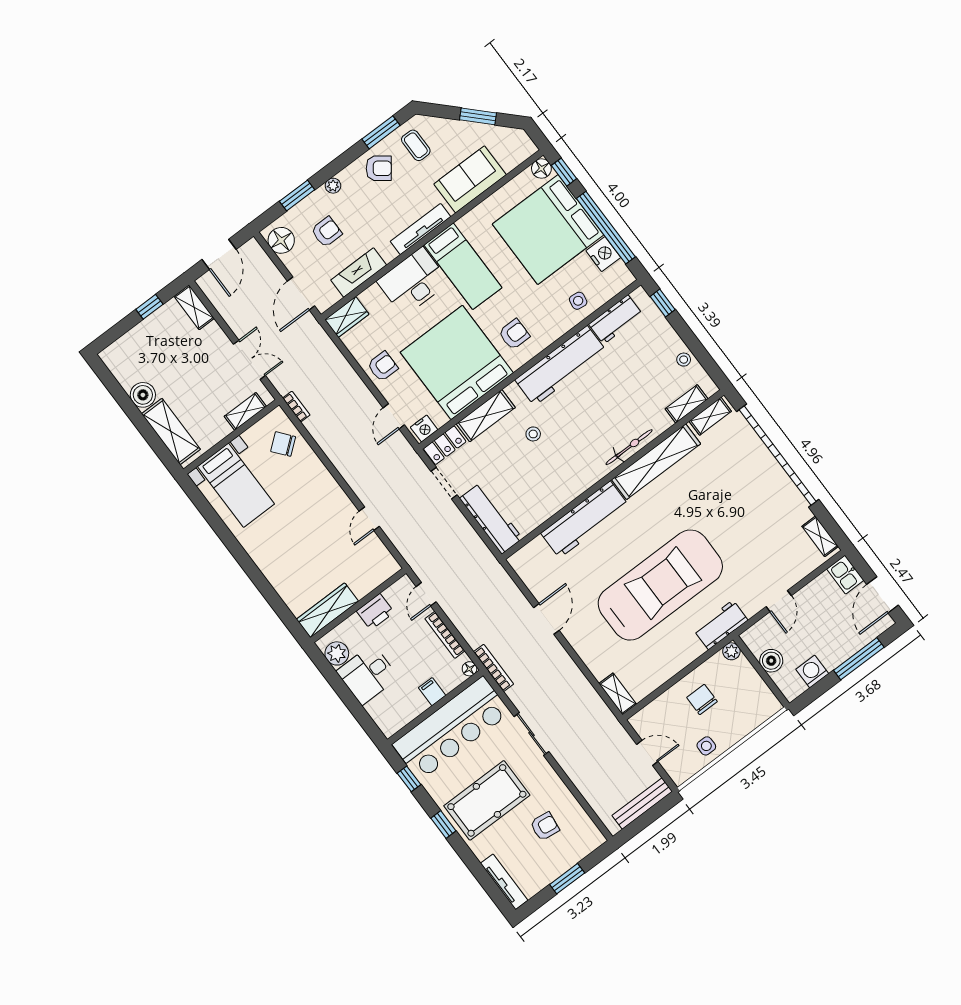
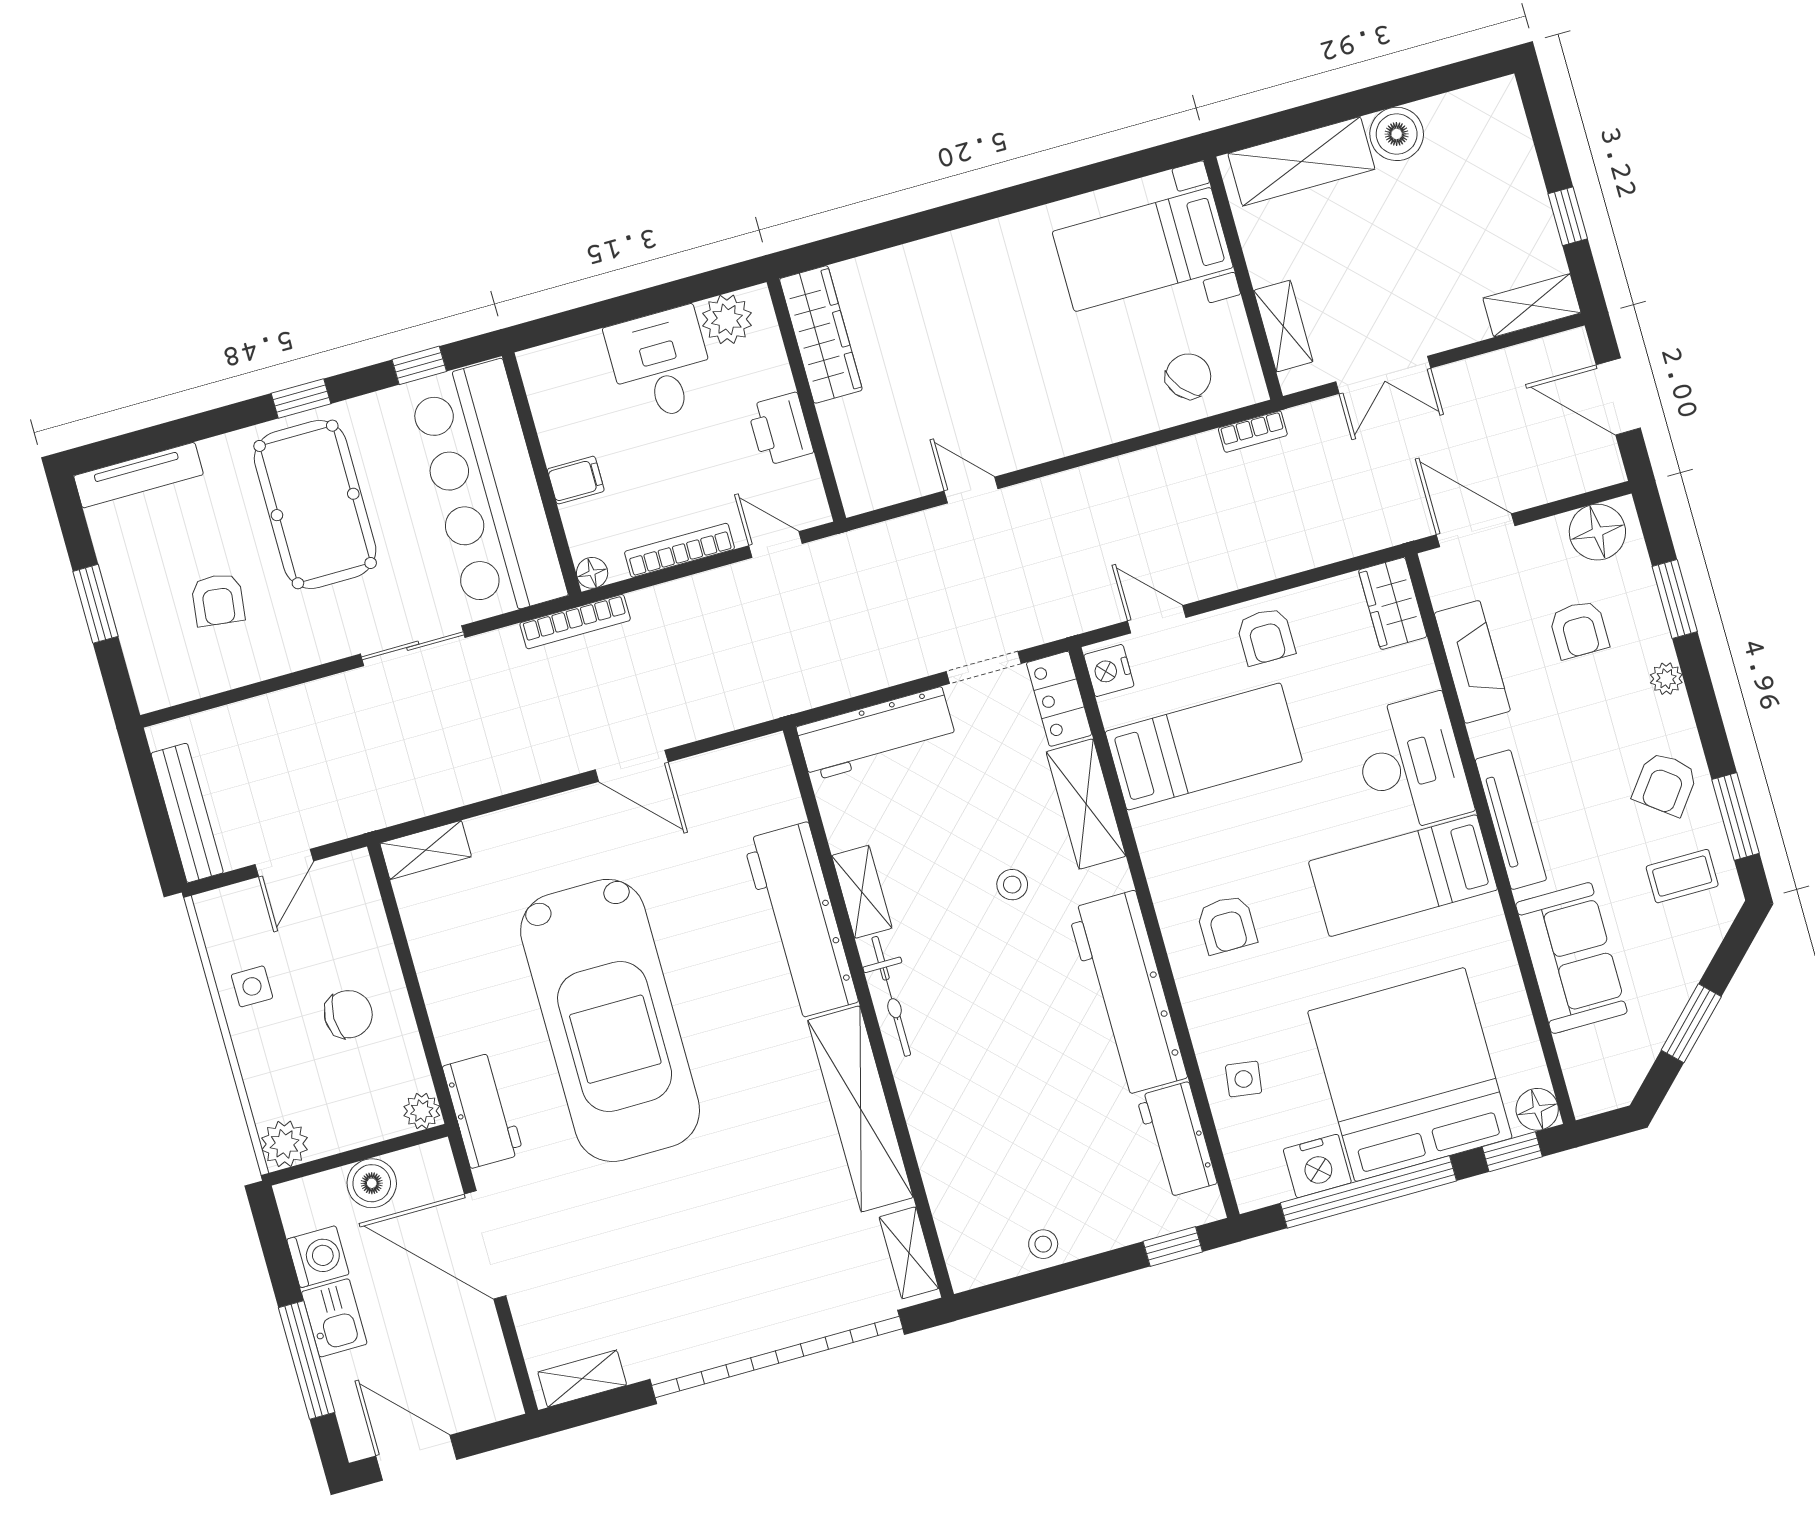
bed: (457, 362) -> (1204, 746), width x0.49
shelving: (687, 404) -> (862, 892), moved
bicycle: (629, 447) -> (891, 996), moved
kitchen sink: (845, 575) -> (334, 1318), moved, turned 90
door: (779, 601) -> (485, 1245), width x1.88
plant: (769, 705) -> (284, 1144), added

